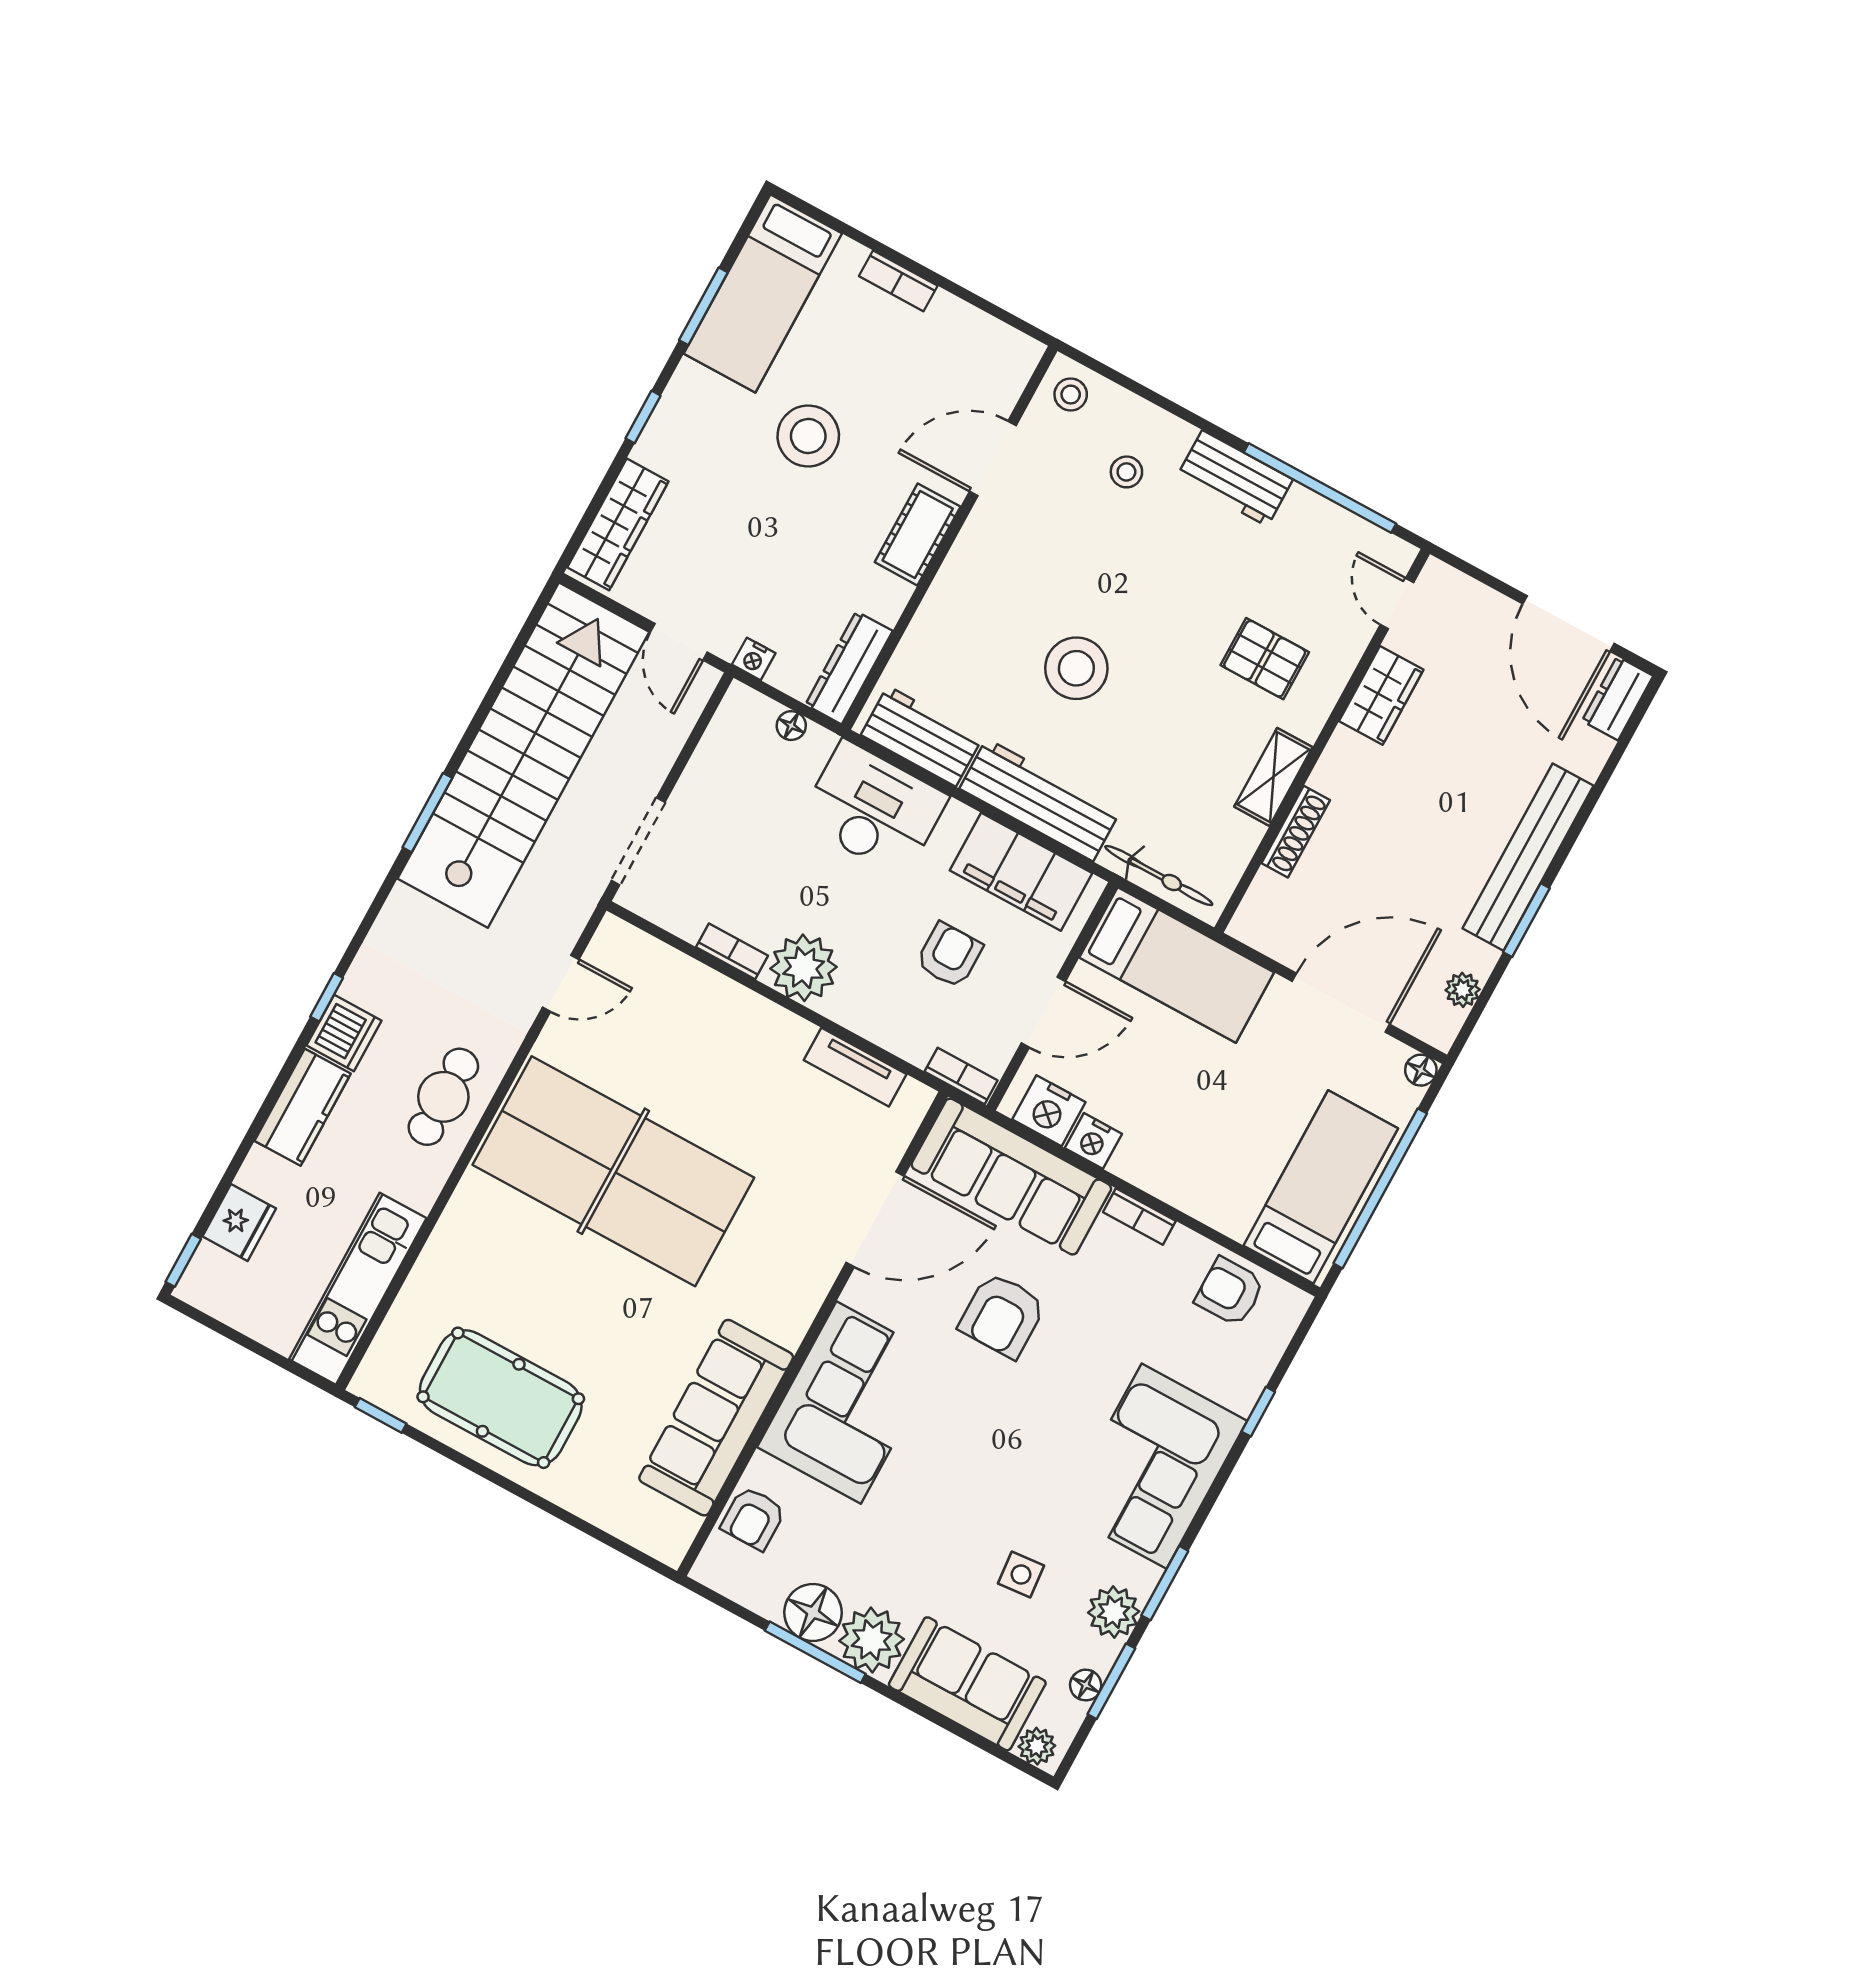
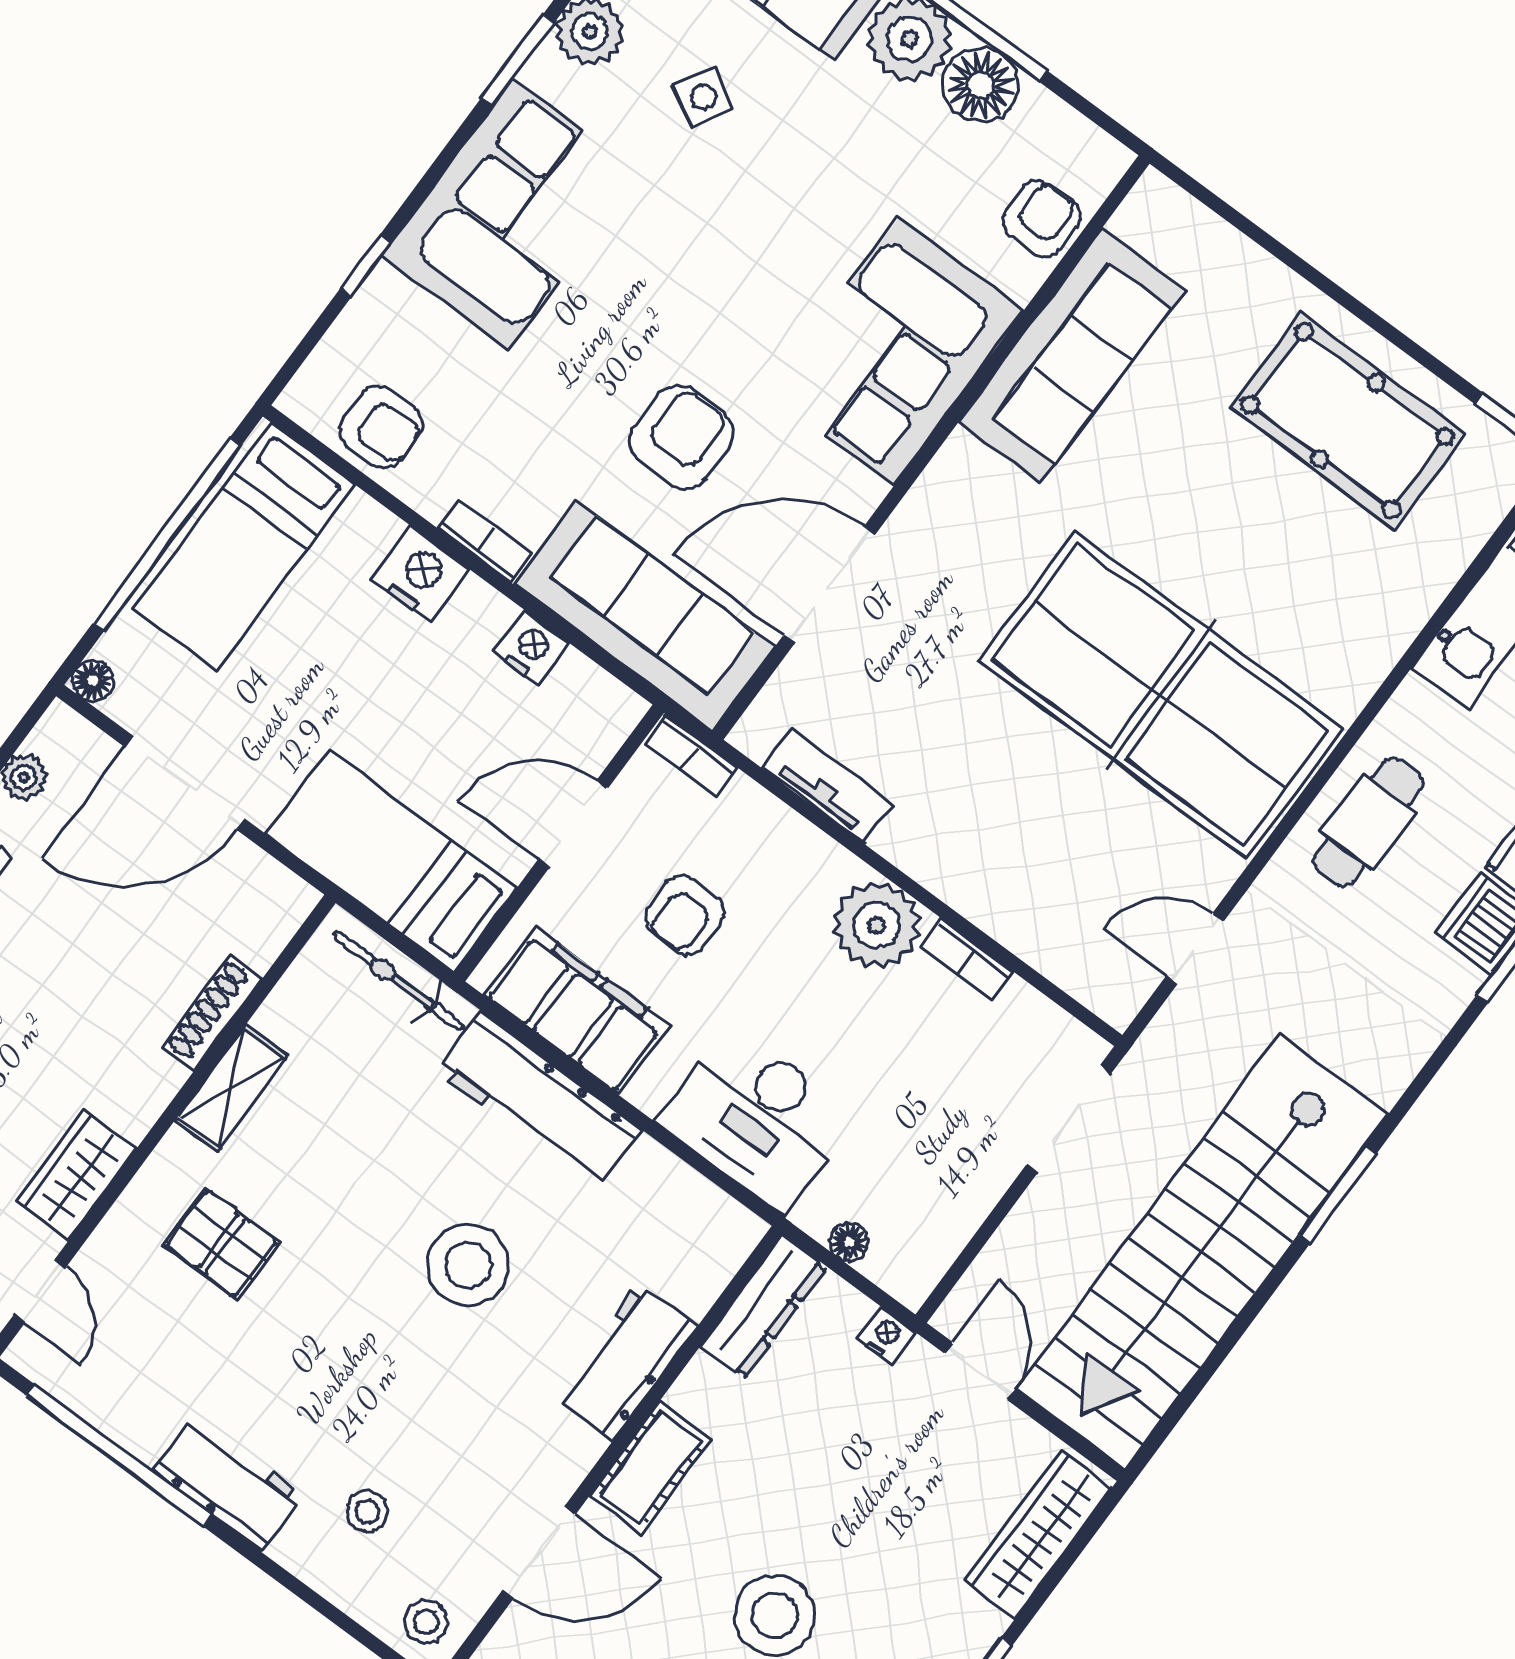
workbench: (922, 736) -> (626, 1362), moved, turned 90
nightstand: (1049, 1111) -> (420, 574), moved
side table: (1021, 1575) -> (703, 97), turned 34

